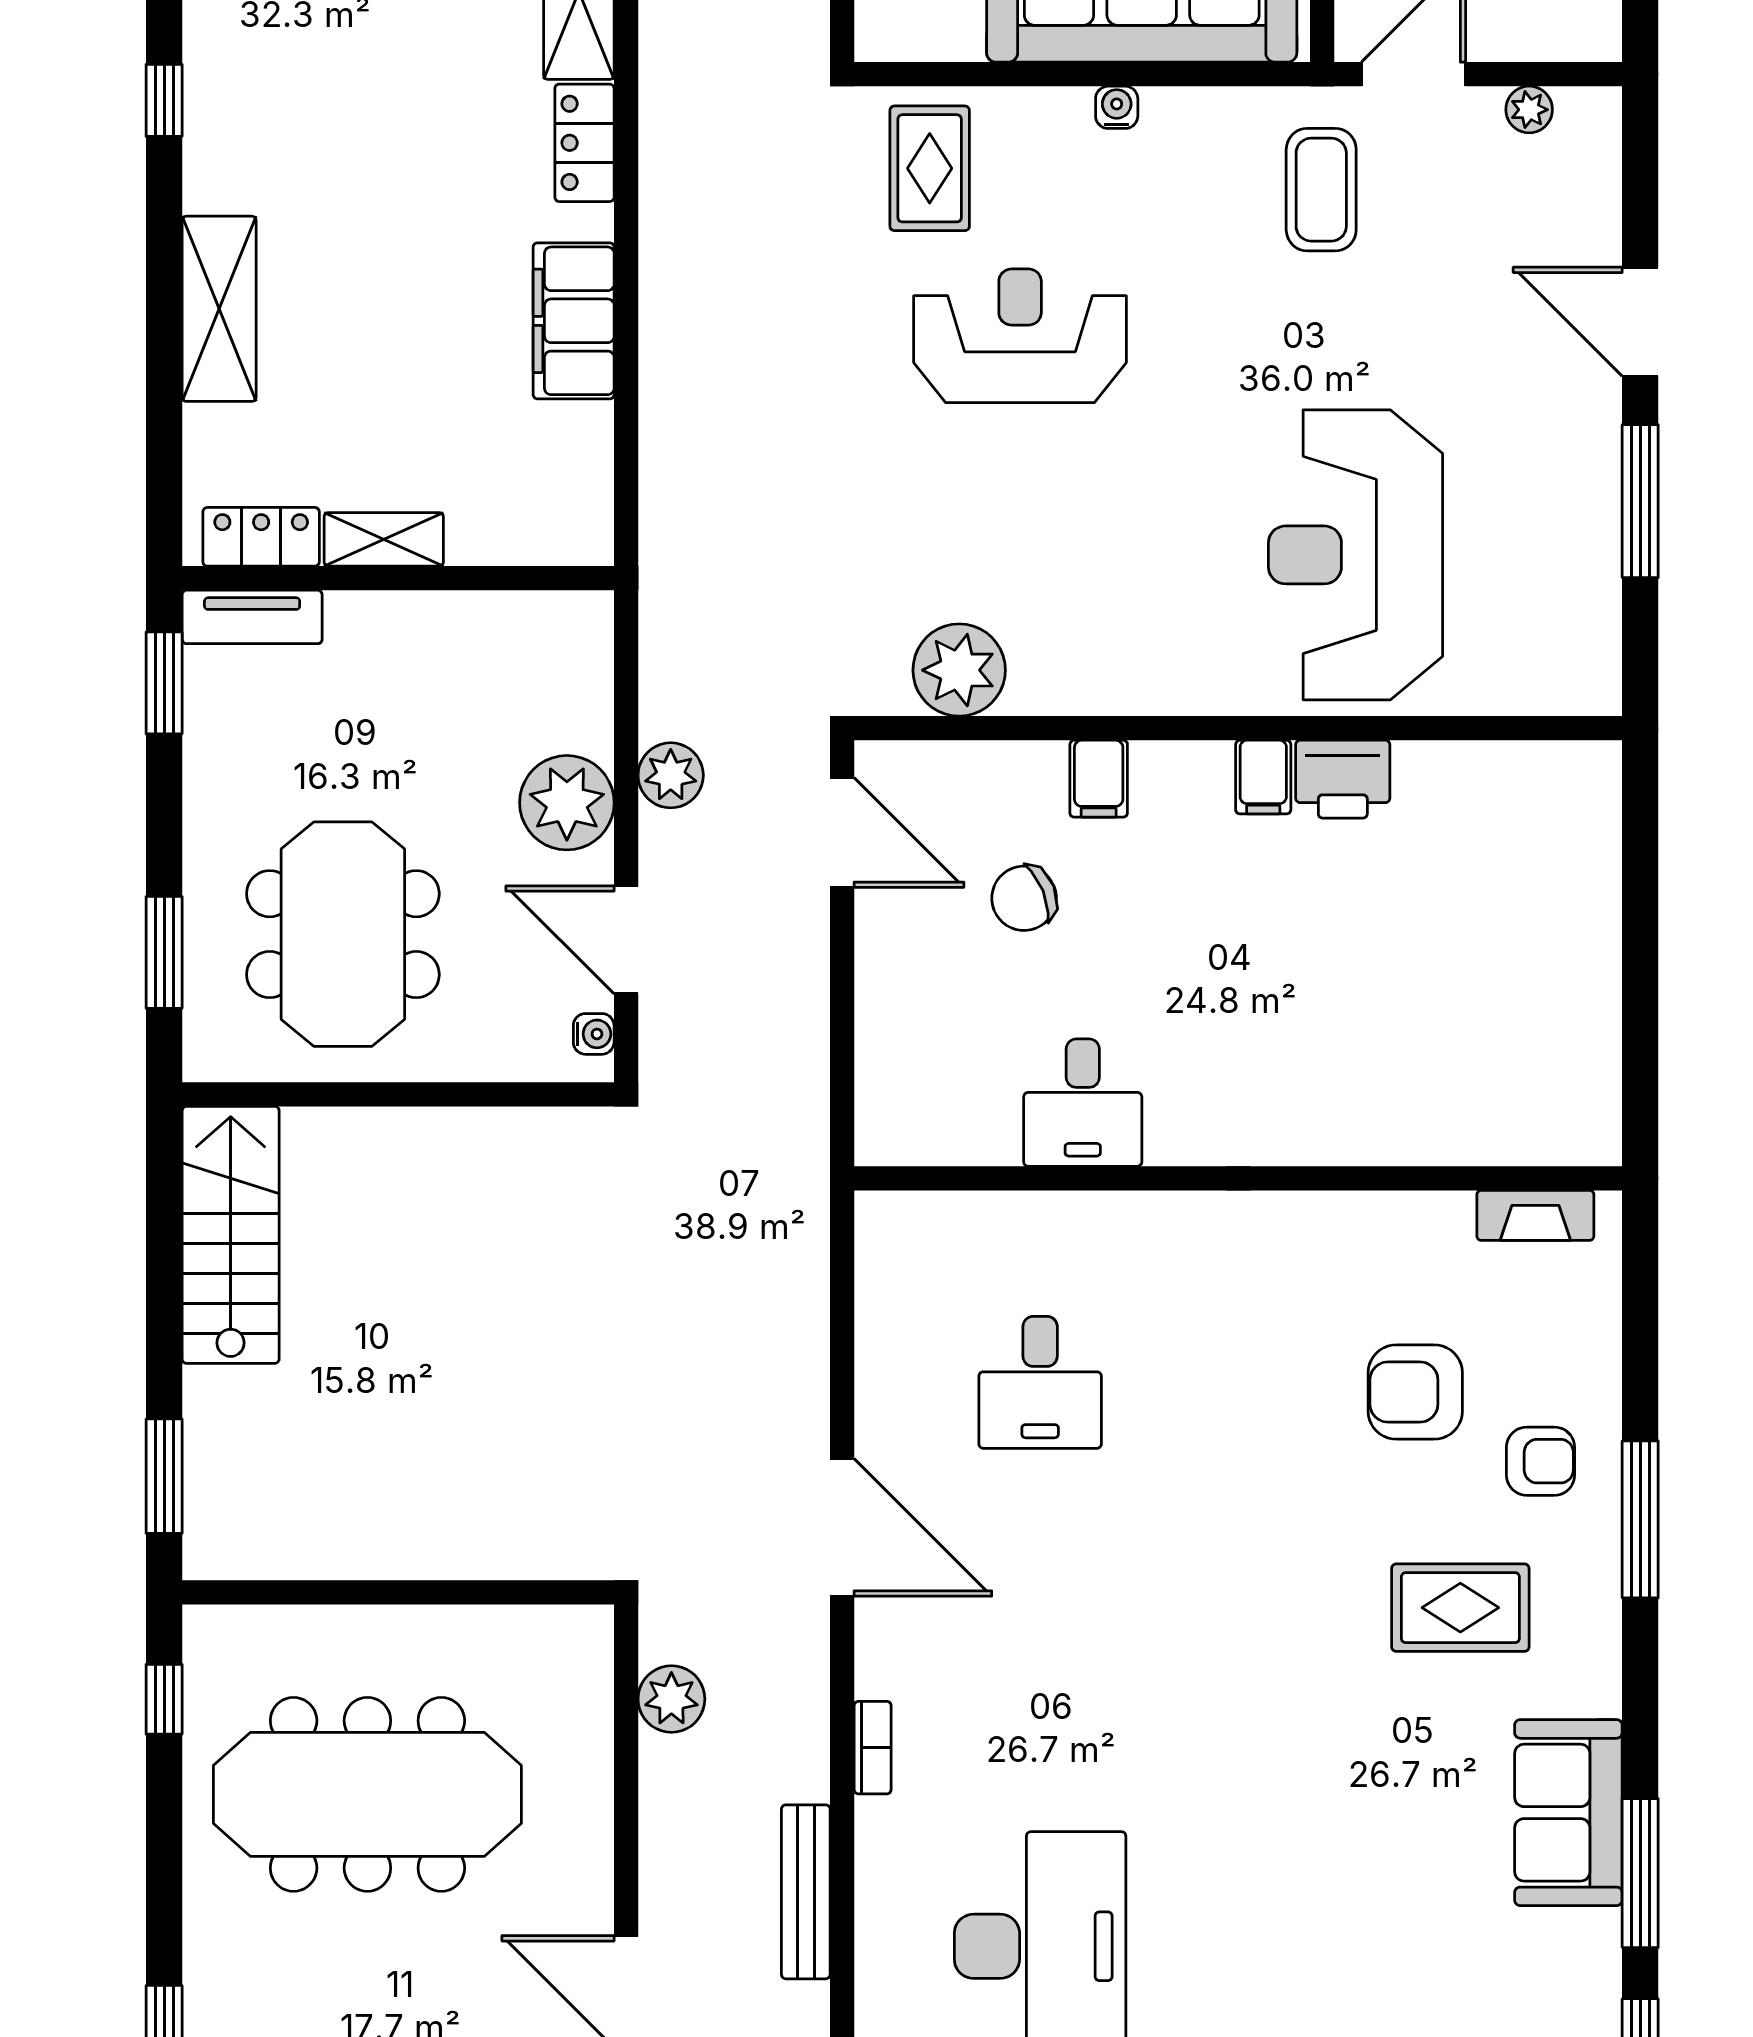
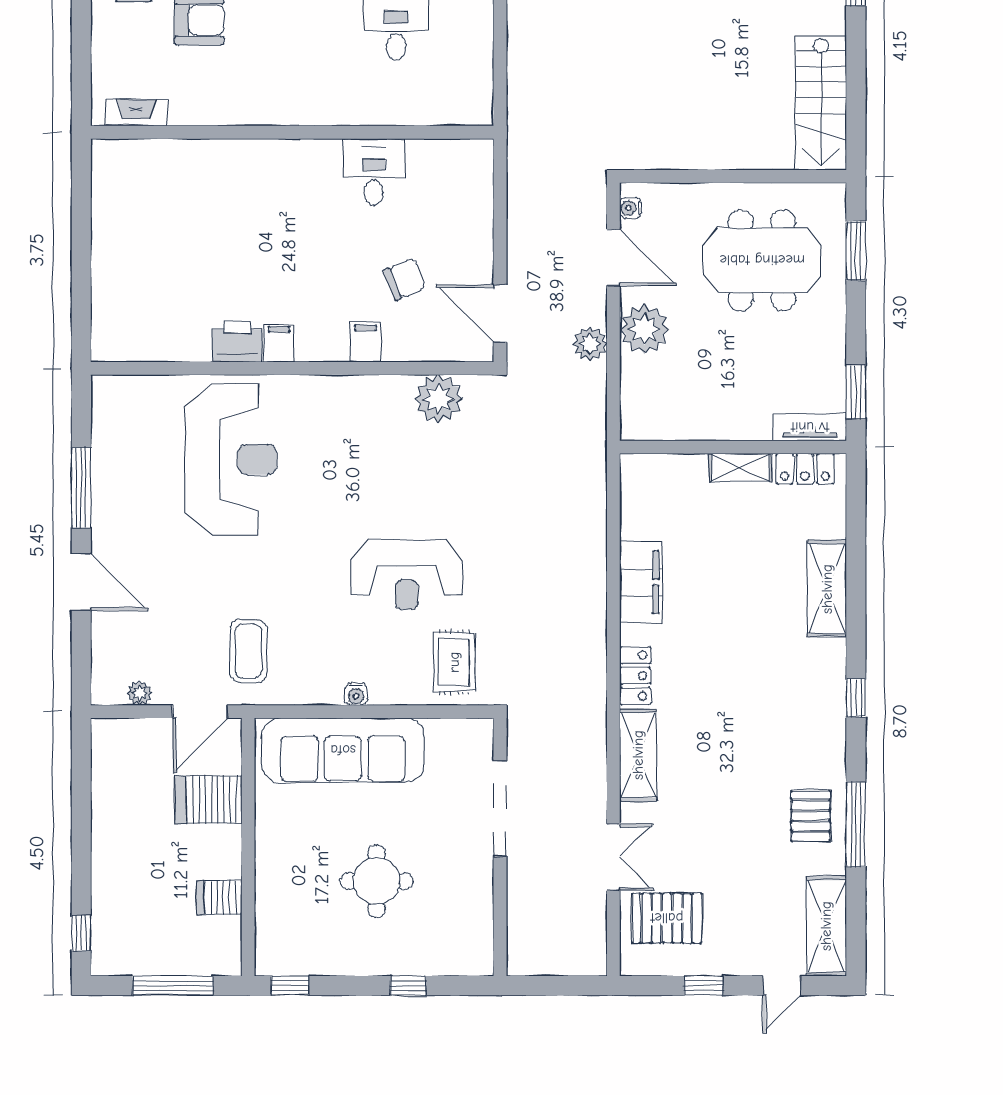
meeting table: (343, 934) -> (762, 260), turned 90

